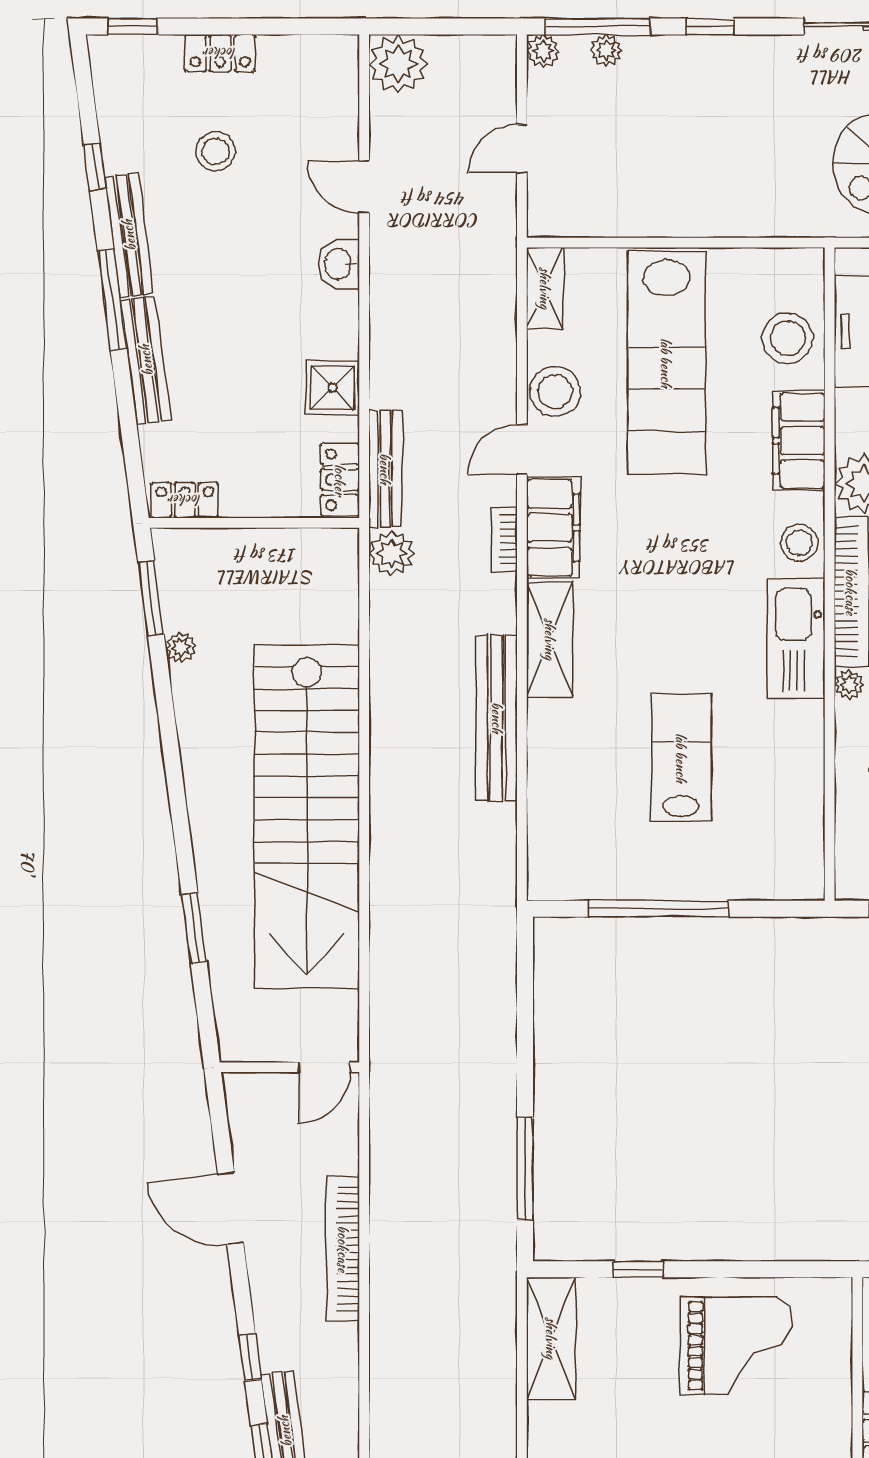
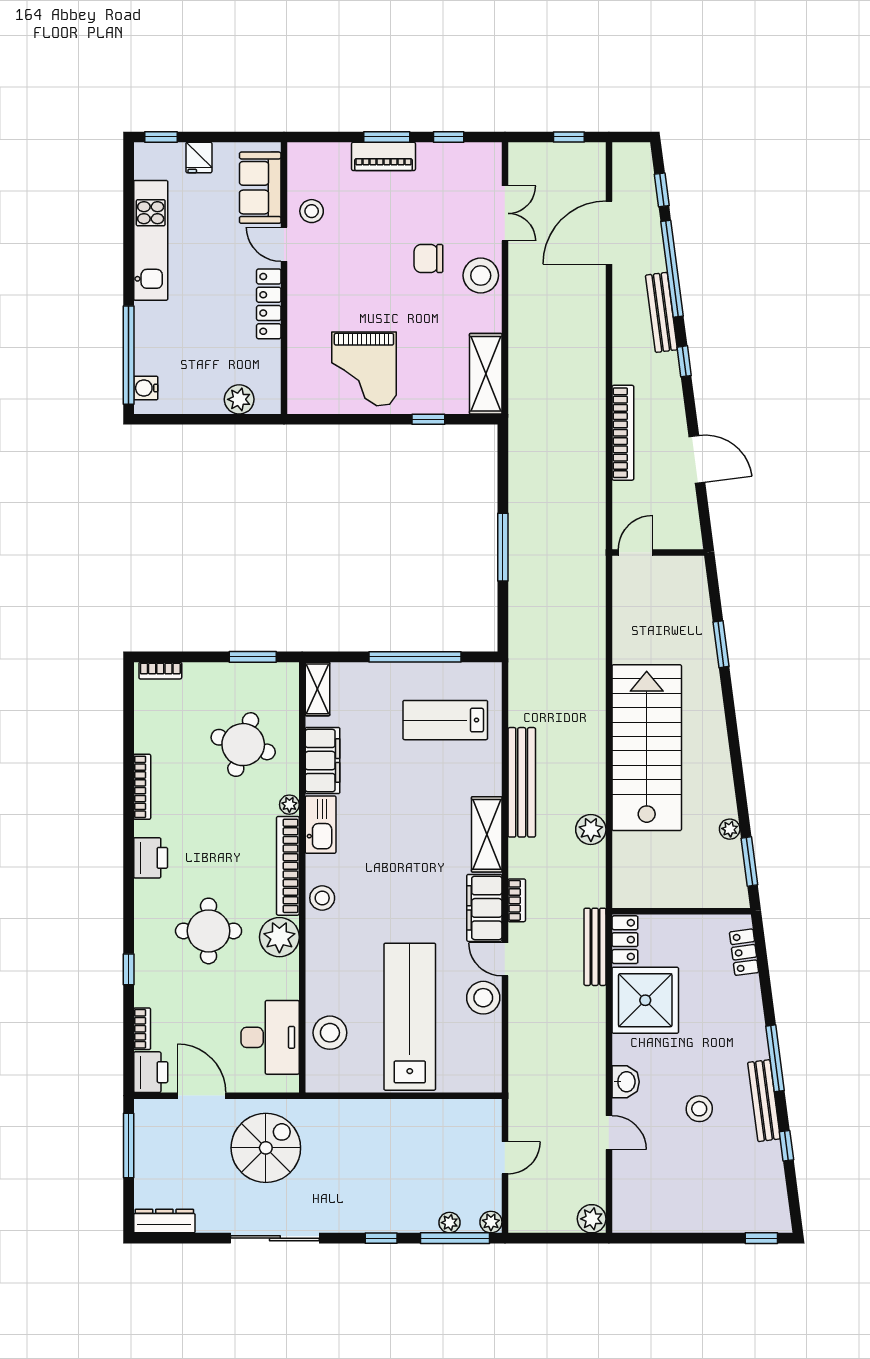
locker: (220, 53) -> (704, 1221), removed
plant: (398, 64) -> (592, 1219), width x0.73, depth x0.73
stool: (216, 152) -> (699, 1109), moved
shelving: (545, 288) -> (317, 689), moved
bench: (146, 360) -> (753, 1018), removed
shower: (332, 388) -> (645, 1000), width x1.86, depth x1.86
filing cabinet: (799, 441) -> (323, 761), moved
door: (522, 450) -> (505, 959), swing flipped
locker: (185, 500) -> (744, 952), moved, turned 83
plant: (392, 553) -> (591, 830), moved
kitchen sink: (796, 638) -> (321, 825), width x0.73, depth x0.81
lab bench: (681, 758) -> (445, 720), moved, turned 90
stairs: (307, 817) -> (647, 748), width x0.73
window: (525, 1168) -> (503, 547), moved
grand piano: (736, 1346) -> (364, 369), turned -90

